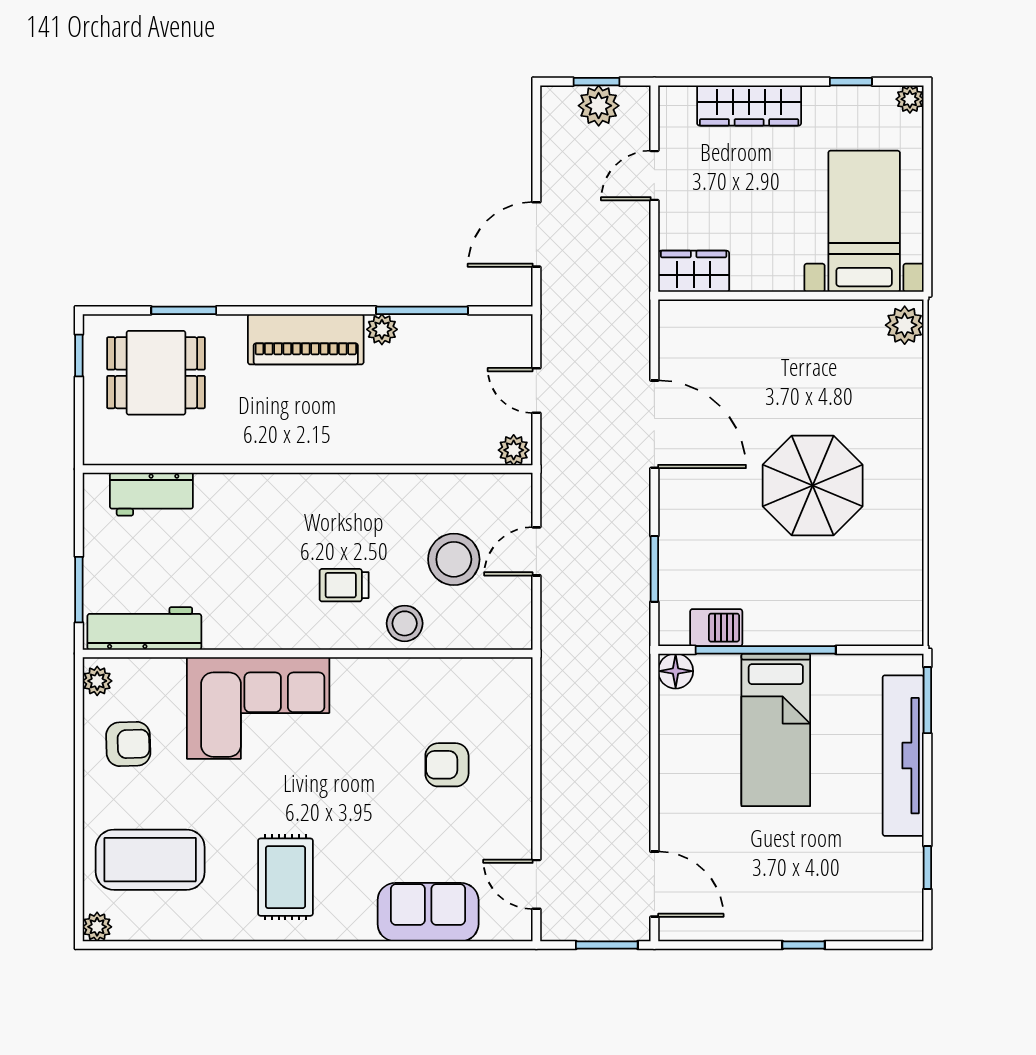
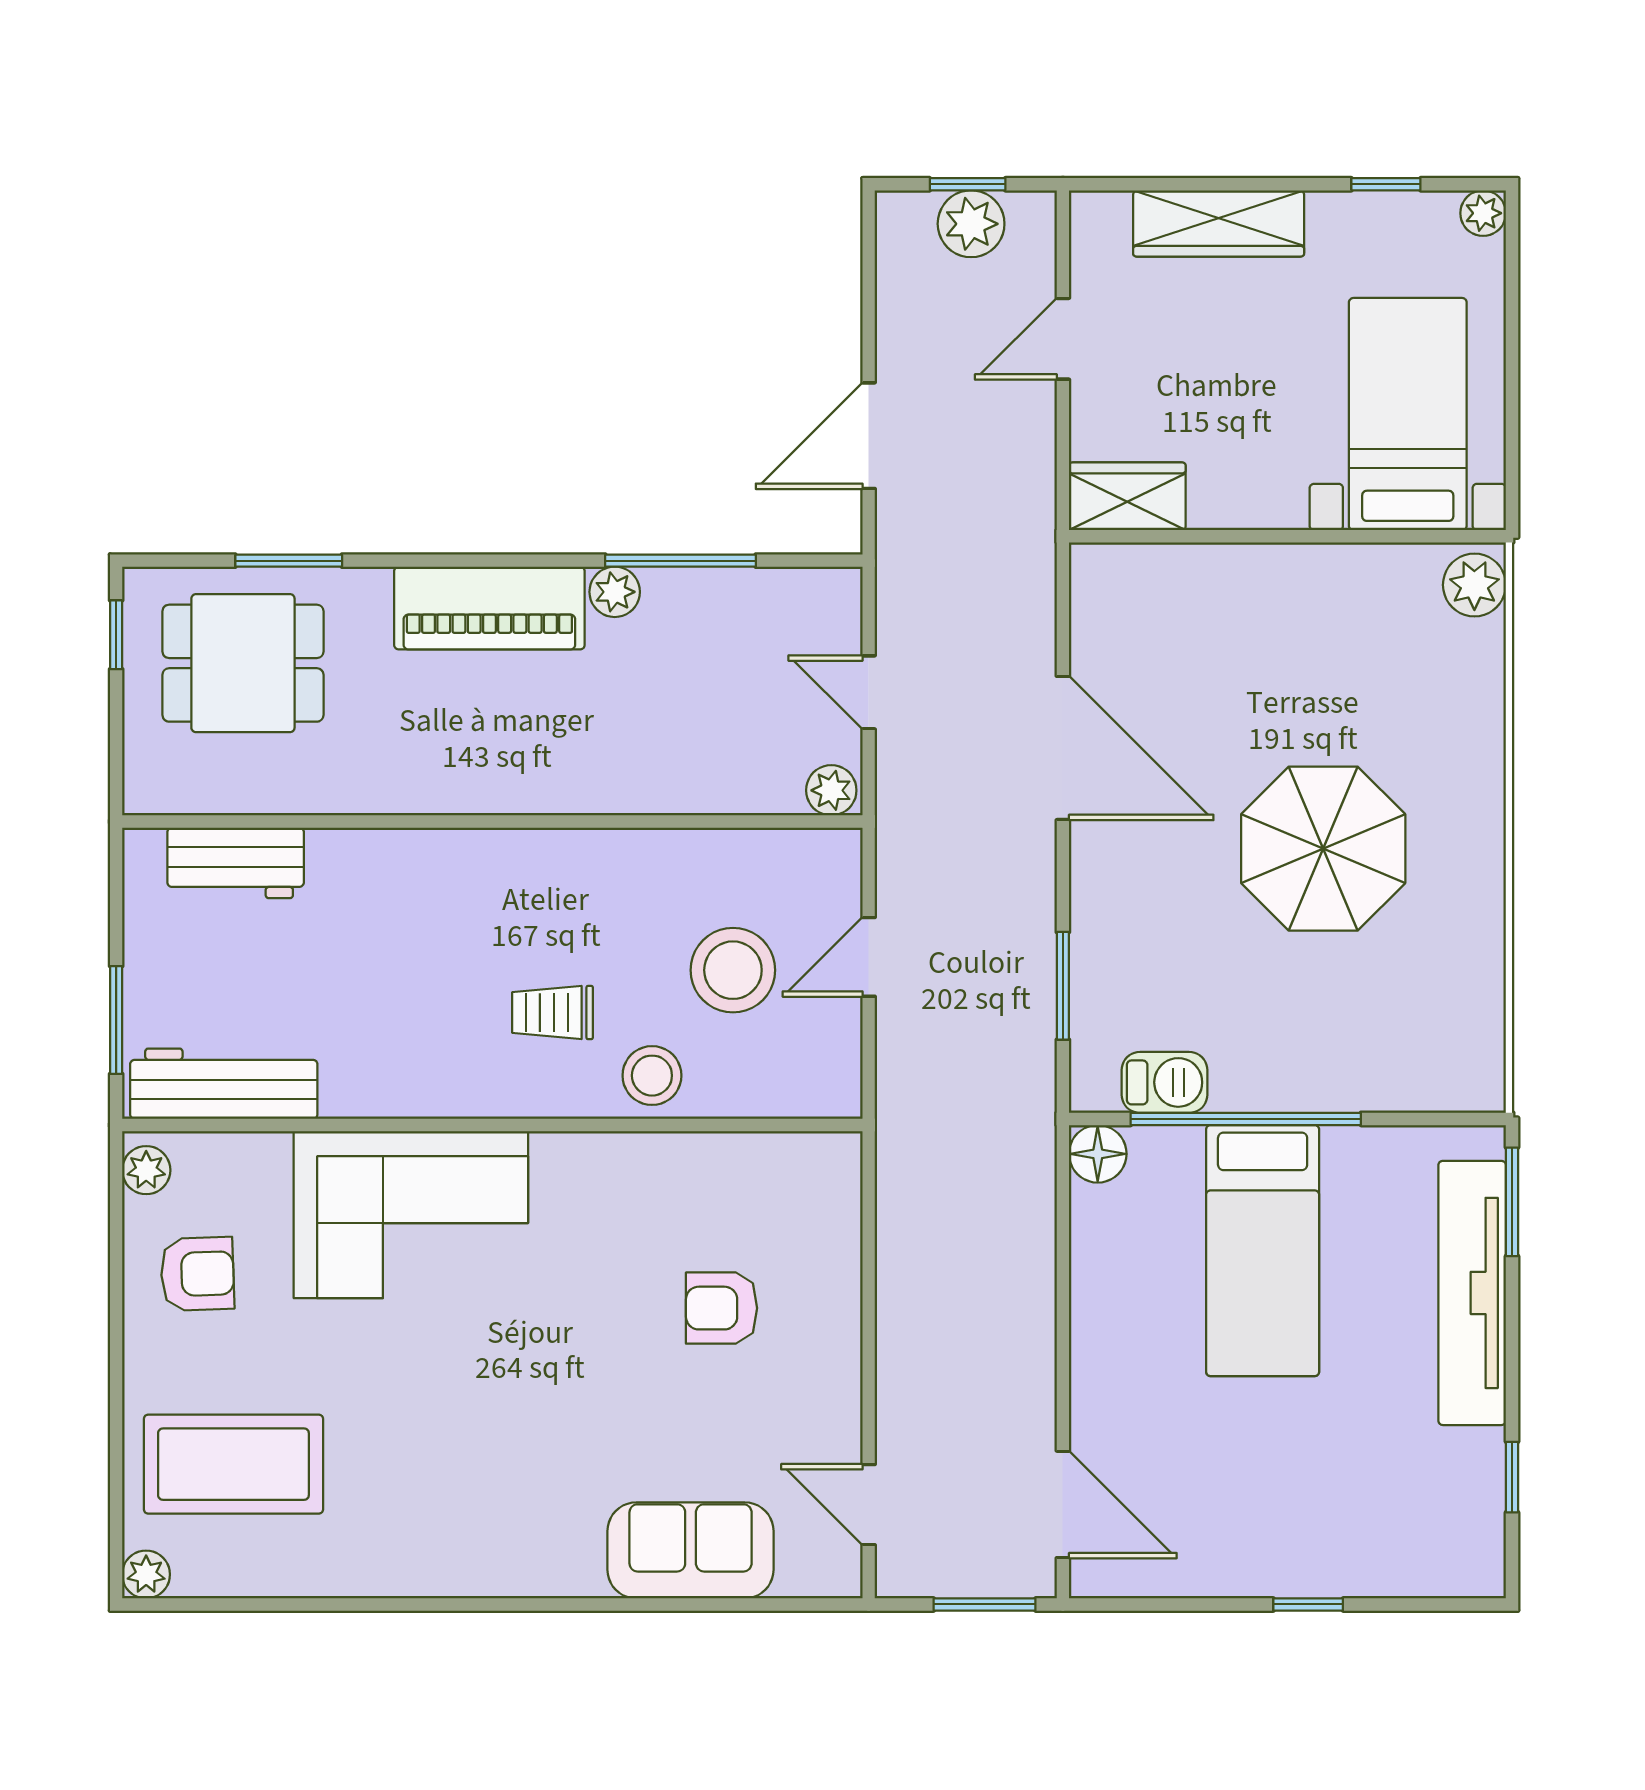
rug: (285, 877) -> (456, 1493), removed

